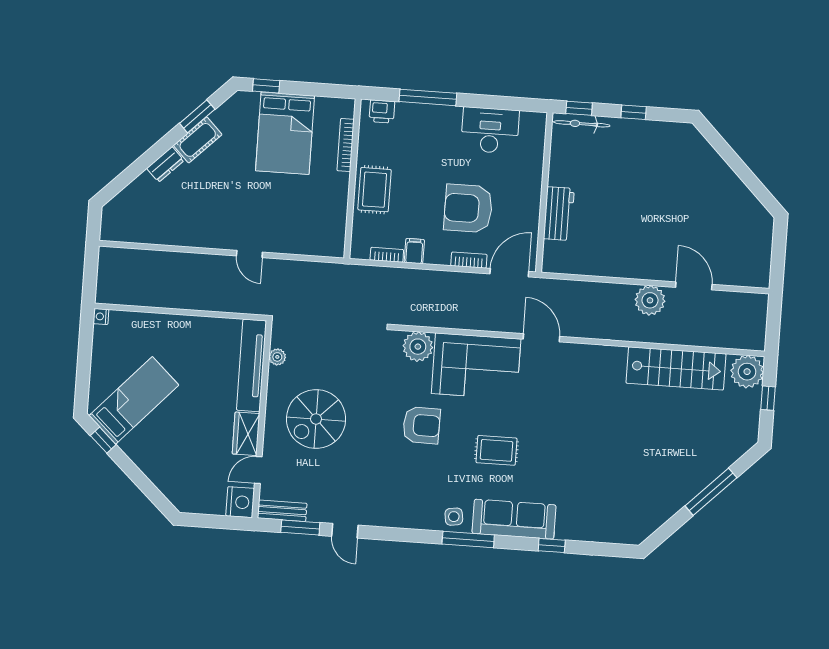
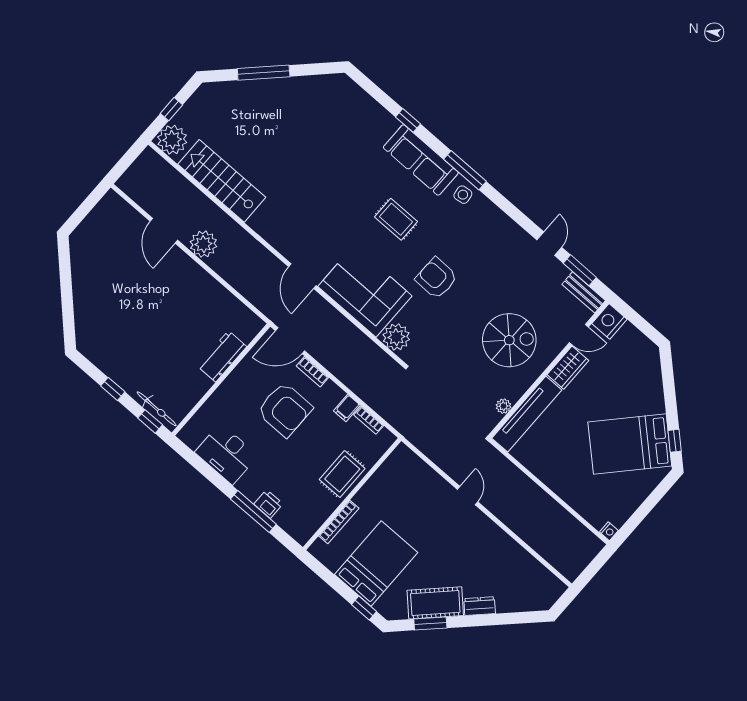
printer: (382, 111) -> (268, 504), moved
cot: (198, 140) -> (435, 603), width x1.37, depth x1.34
bed: (134, 400) -> (630, 444), width x1.50

